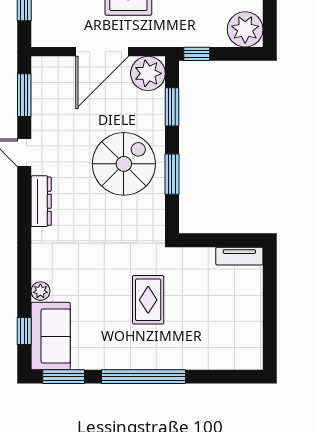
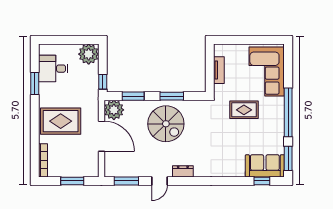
spiral stairs: (124, 164) -> (166, 124), turned 180
dresser: (41, 201) -> (183, 171), width x0.70
tv unit: (239, 256) -> (219, 70), moved
plant: (40, 291) -> (239, 172), removed
corner sofa: (215, 339) -> (267, 72), added

